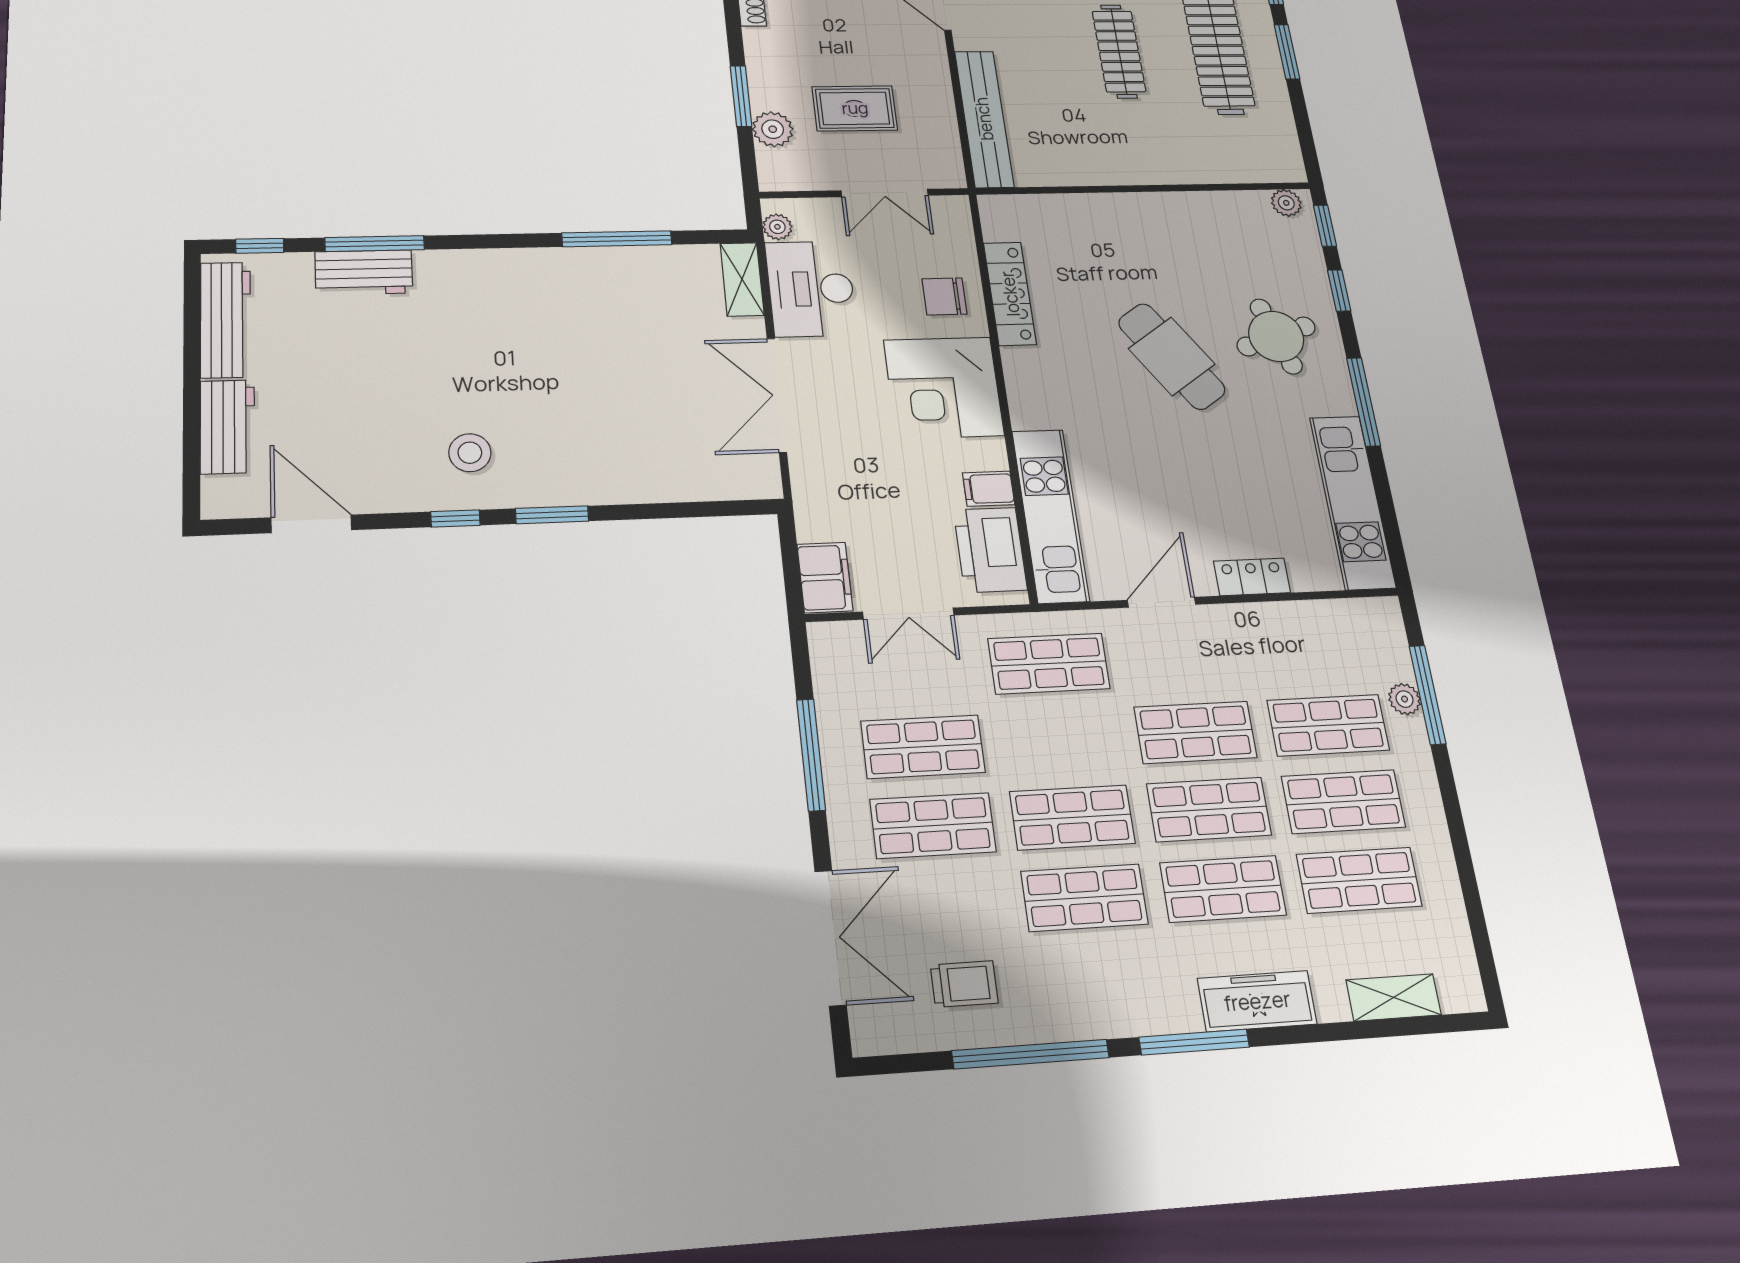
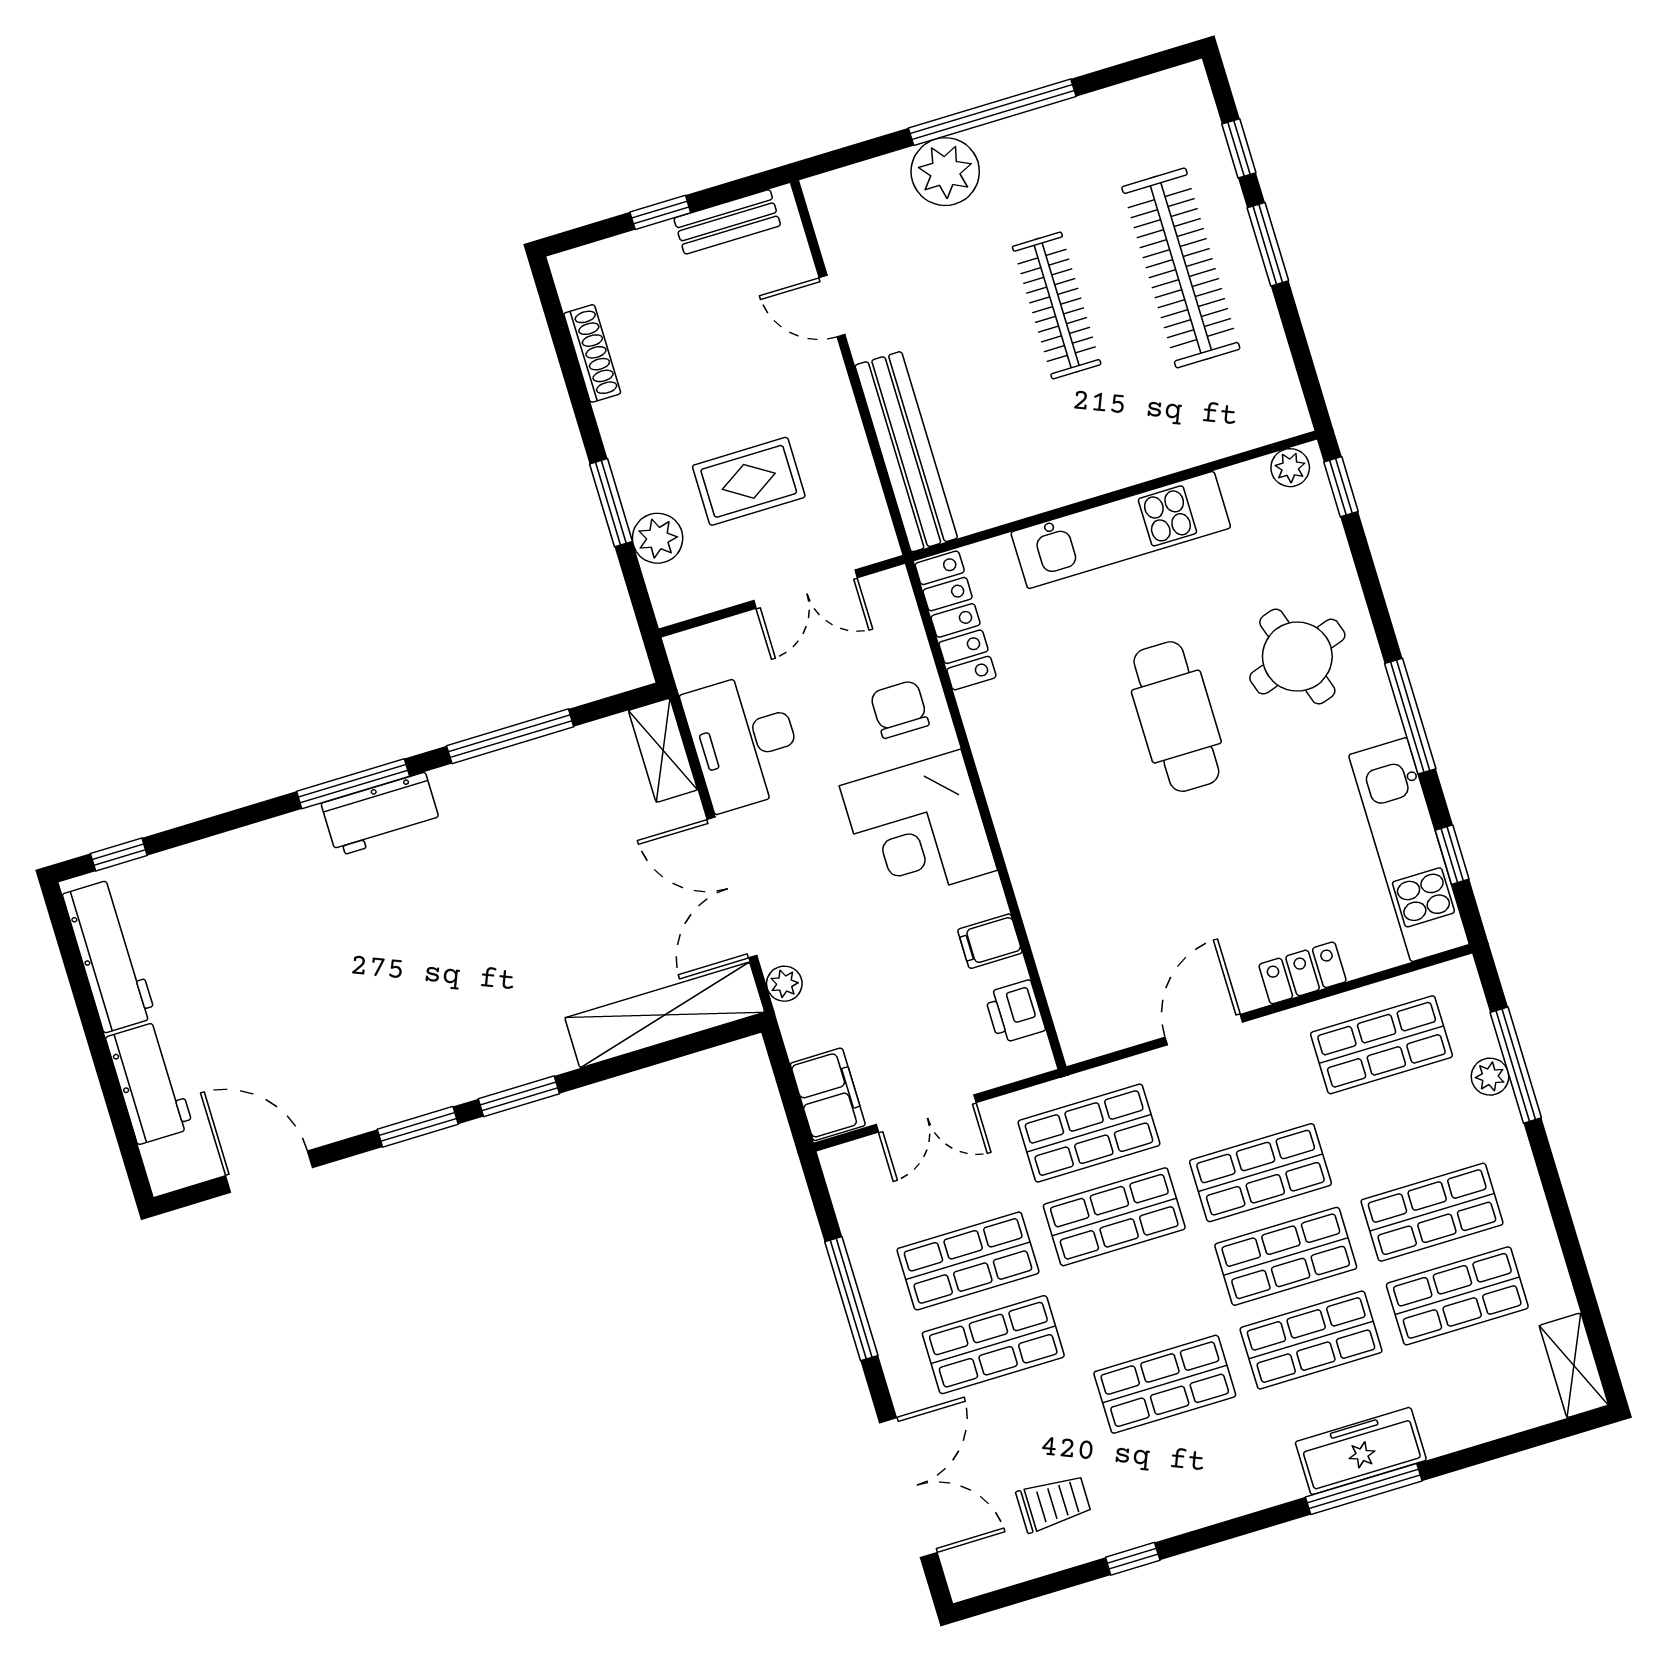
plant: (777, 227) -> (784, 984), moved
window: (375, 244) -> (353, 784), moved
workbench: (364, 272) -> (381, 814), moved
window: (1339, 290) -> (1452, 855), moved
locker: (1010, 294) -> (956, 620), moved
chair: (945, 296) -> (900, 709), turned 90
cafe table: (1172, 356) -> (1176, 717), turned 34
stool: (470, 453) -> (413, 1046), removed
shelving: (696, 480) -> (665, 1015), added
kitchen unit: (1050, 515) -> (1121, 530), moved, turned 90
window: (455, 518) -> (418, 1127), width x1.50
printer: (990, 550) -> (1015, 1012), width x0.53, depth x0.68
shop shelf: (1328, 725) -> (1381, 1045), moved
shop shelf: (1072, 817) -> (1114, 1217), moved
shelving: (1394, 997) -> (1574, 1365), moved, turned 90
window: (1194, 1042) -> (1364, 1489), moved
window: (1031, 1054) -> (1133, 1559), width x0.32

